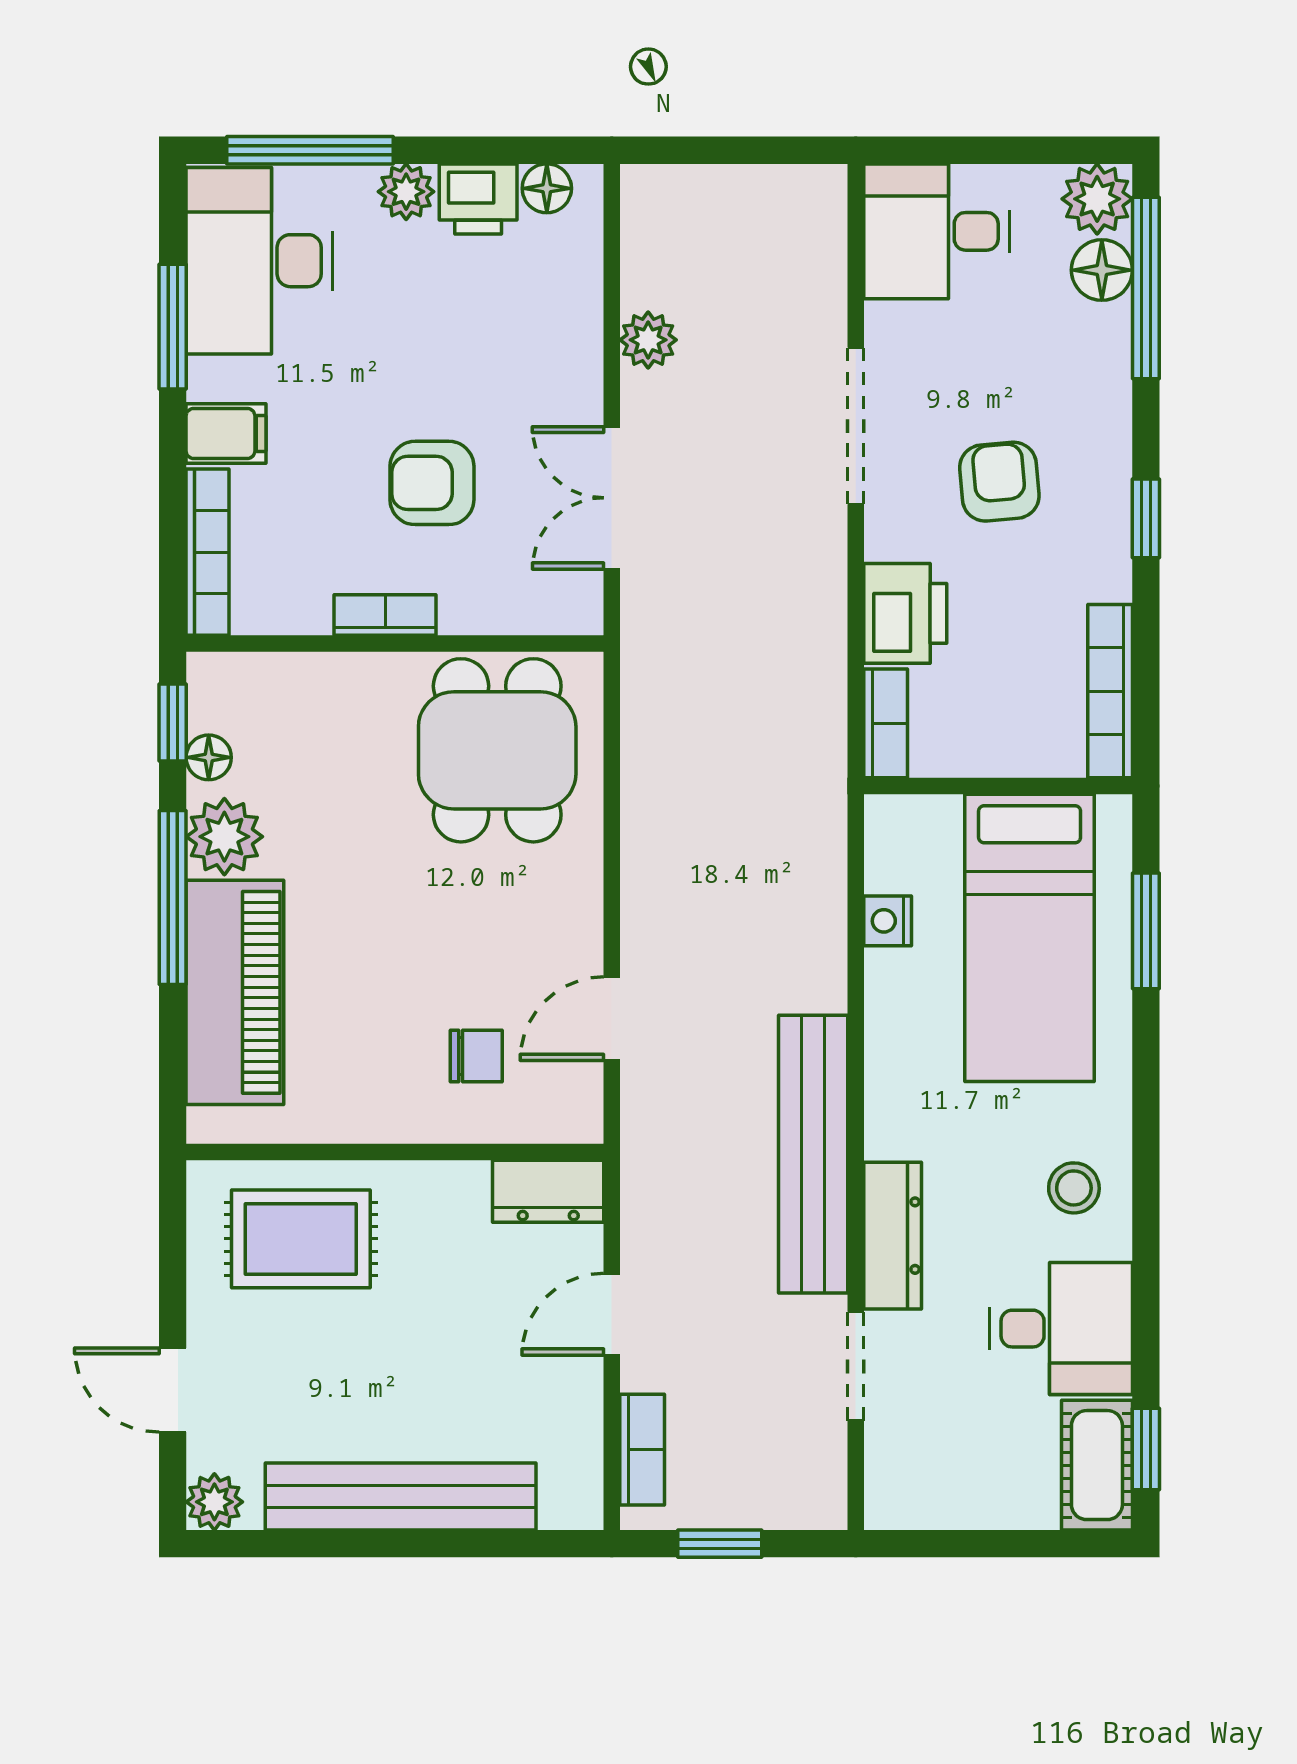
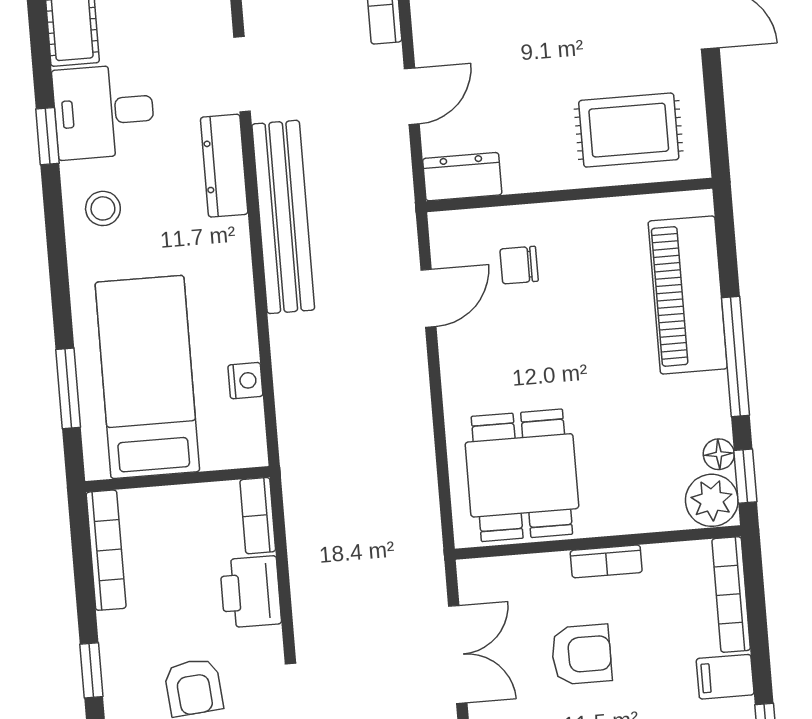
plant: (224, 837) -> (712, 500), moved
window: (1146, 1449) -> (47, 136), moved

